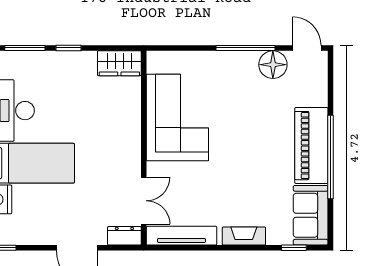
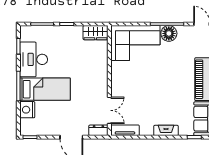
floor lamp: (273, 65) -> (169, 33), moved
corner sofa: (177, 117) -> (135, 43), moved, turned 90
tv unit: (181, 236) -> (125, 130), width x0.71

